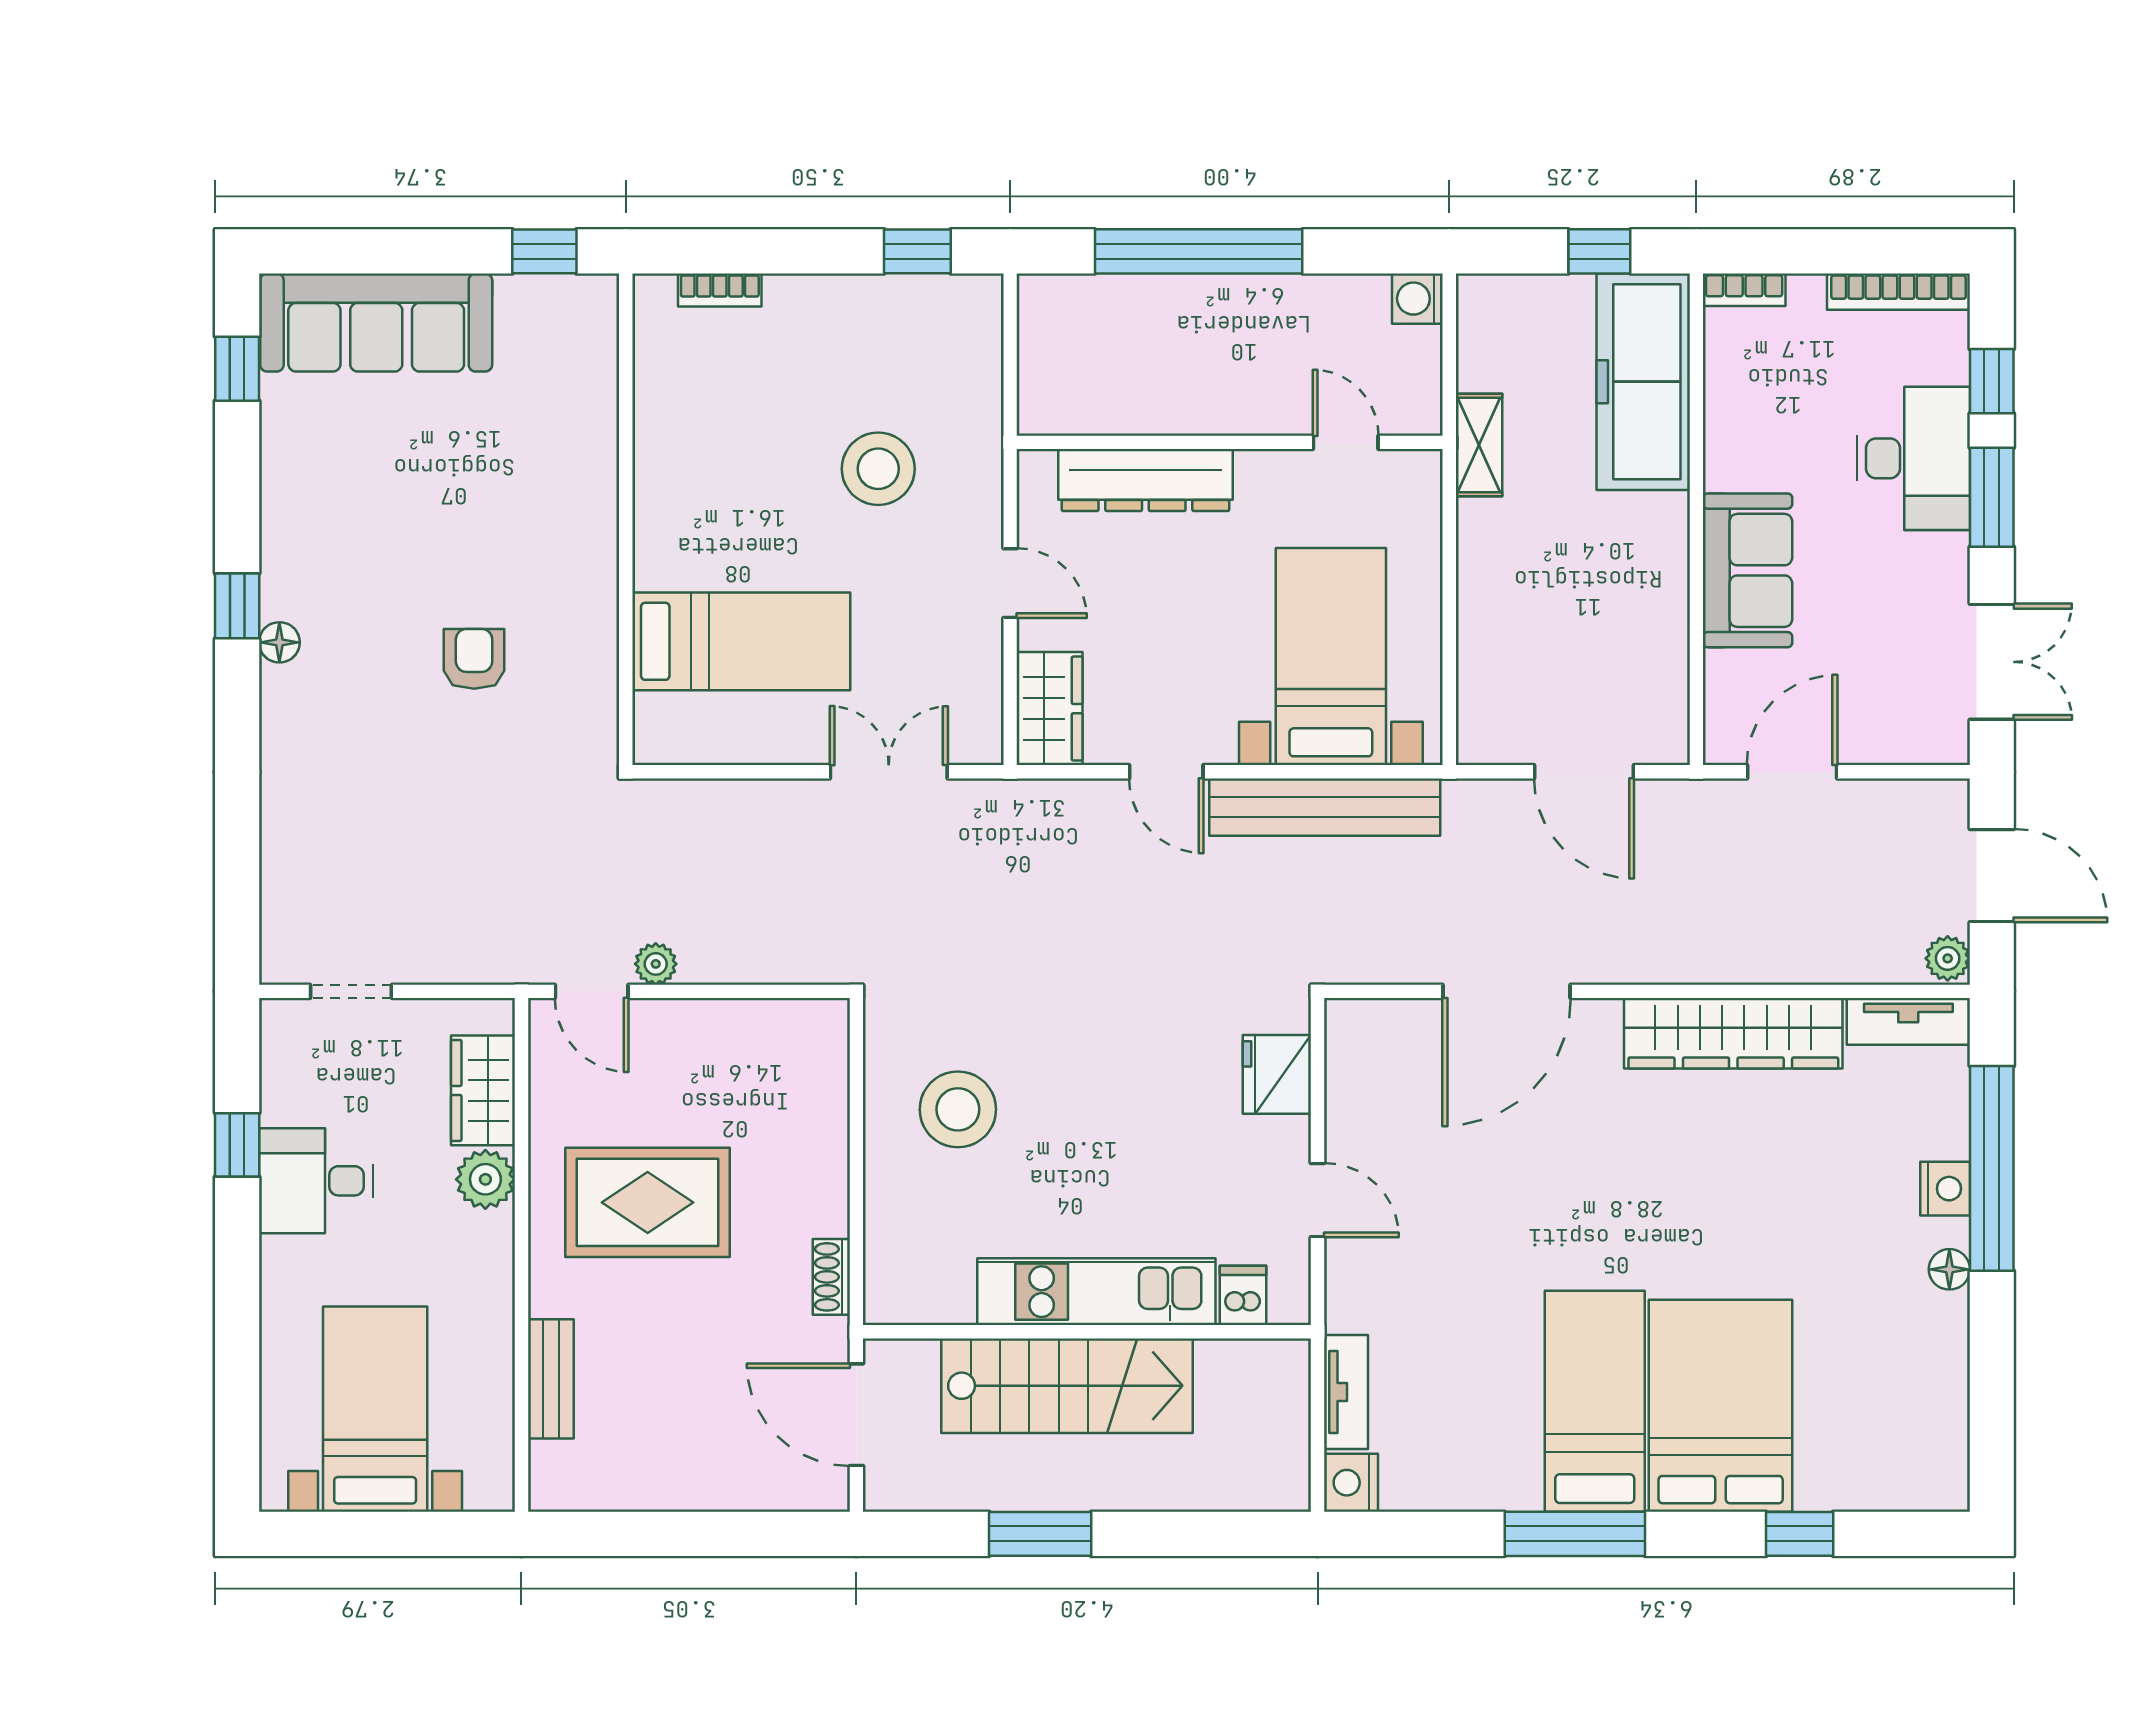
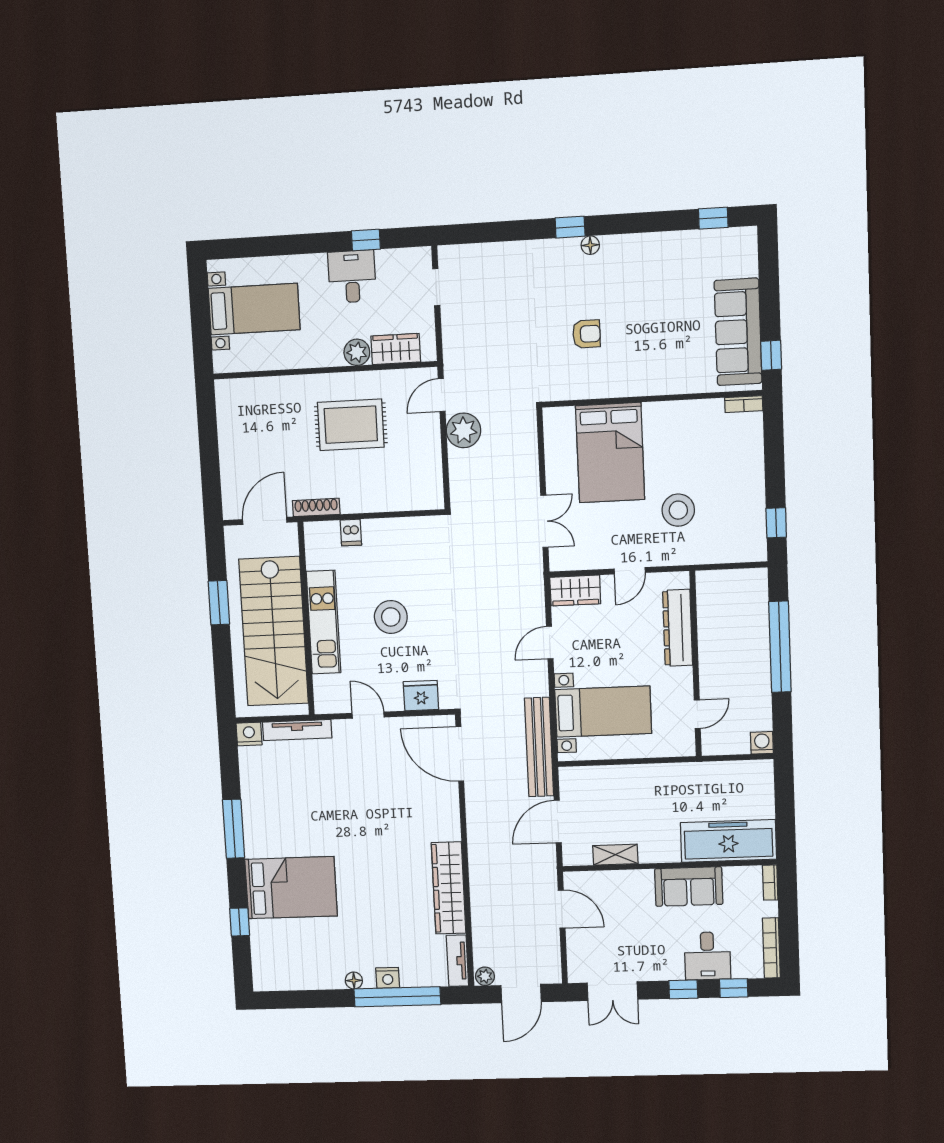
window: (1599, 251) -> (785, 820), removed
bookcase: (720, 290) -> (744, 404), moved, turned -90
sofa: (376, 322) -> (738, 332), moved
shelving: (1479, 445) -> (615, 855), moved
desk: (1913, 458) -> (707, 956), width x0.73
window: (1992, 497) -> (683, 989), width x0.67
sofa: (1748, 570) -> (689, 887), moved
window: (237, 606) -> (570, 227), moved
bed: (741, 641) -> (610, 453), width x1.50
bench: (1325, 807) -> (539, 747), moved
plant: (656, 964) -> (464, 430), width x1.87, depth x1.87
door: (1507, 991) -> (460, 754), moved
stool: (958, 1109) -> (391, 617), moved
door: (1318, 1200) -> (368, 715), swing flipped
rug: (648, 1202) -> (351, 425), turned 90
shoe rack: (831, 1277) -> (316, 507), width x1.43
dishwasher: (1243, 1295) -> (351, 533), moved, turned 90
bench: (551, 1379) -> (272, 386), removed
stairs: (1067, 1386) -> (274, 631), width x1.36, depth x1.51
tv unit: (1346, 1392) -> (297, 730), width x1.41
bed: (1595, 1401) -> (290, 835), removed

